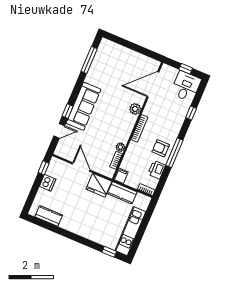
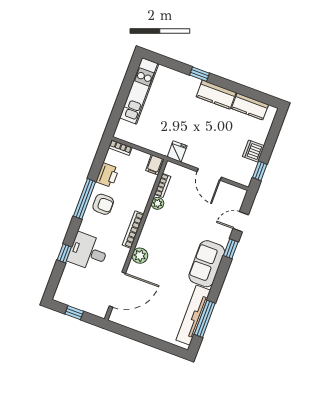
tv unit: (98, 63) -> (193, 315), added
desk: (186, 86) -> (88, 252), moved, turned 90
sofa: (84, 106) -> (207, 264), width x0.73
fridge: (99, 185) -> (177, 151), width x0.53, depth x0.75
kitchen counter: (122, 193) -> (216, 95), moved, turned 180
window: (109, 252) -> (199, 74), moved

